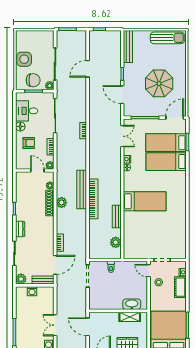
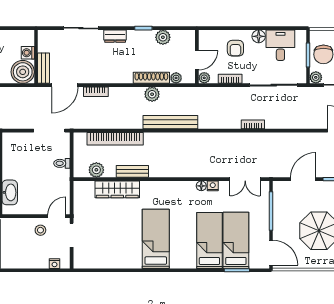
bookcase: (93, 199) -> (115, 139), moved
bed: (145, 201) -> (156, 239), moved, turned 180
wardrobe: (130, 227) -> (117, 189), added
door: (55, 265) -> (65, 85), hinge flipped
plant: (21, 279) -> (163, 37), moved
cot: (180, 287) -> (33, 261), removed
boiler: (46, 295) -> (23, 72), added

